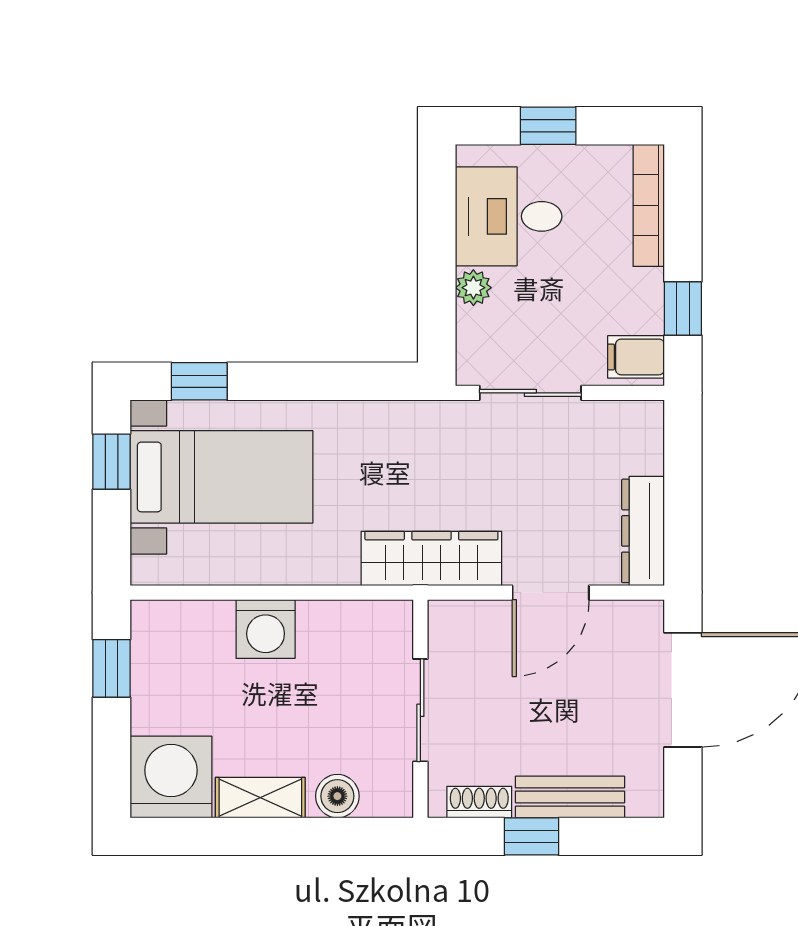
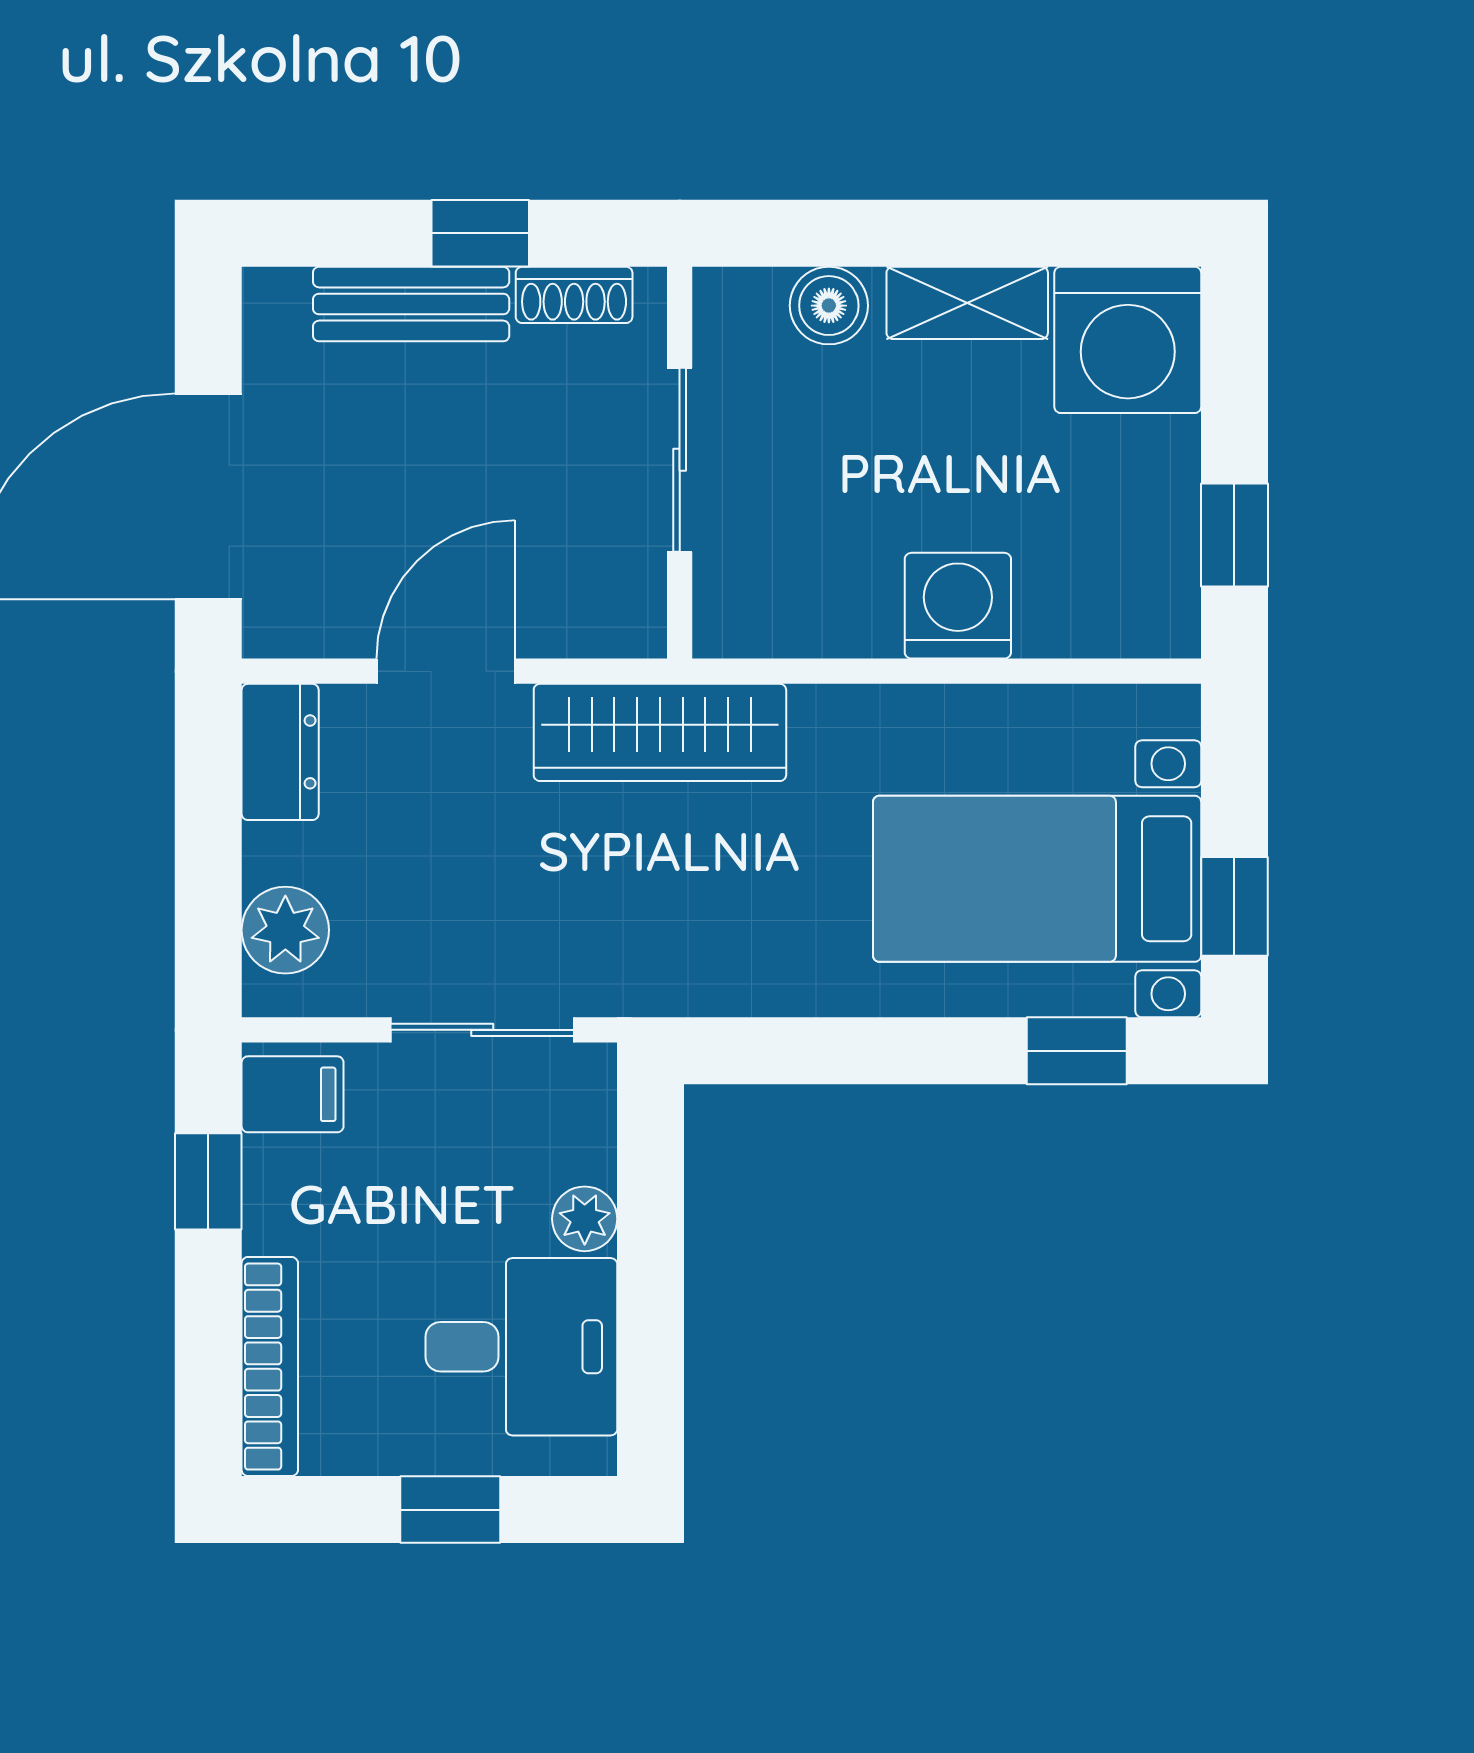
plant: (640, 448) -> (285, 930), added
dresser: (643, 531) -> (280, 752), width x0.70

